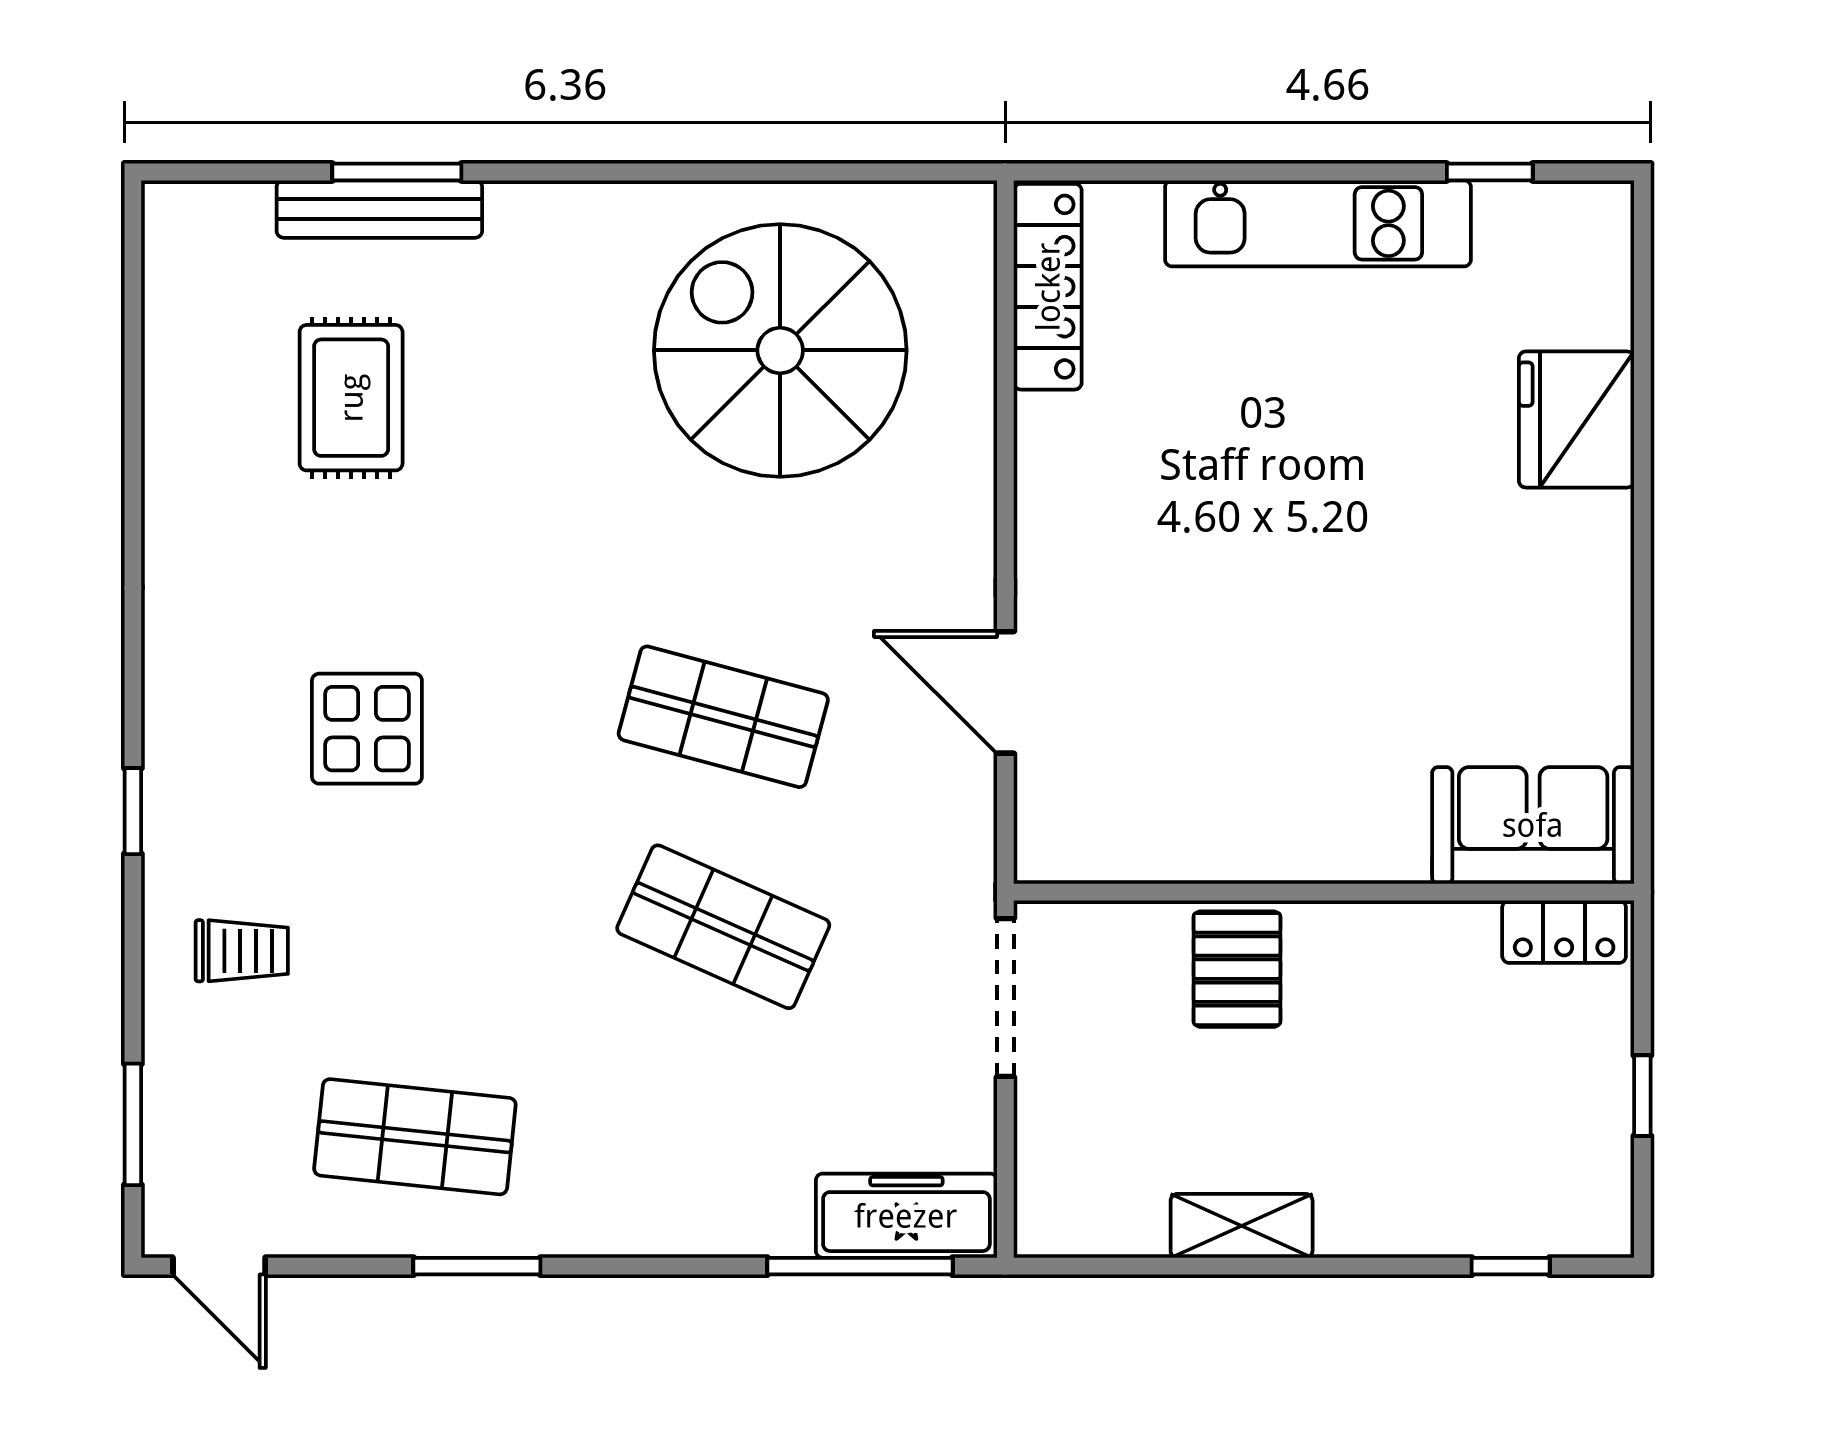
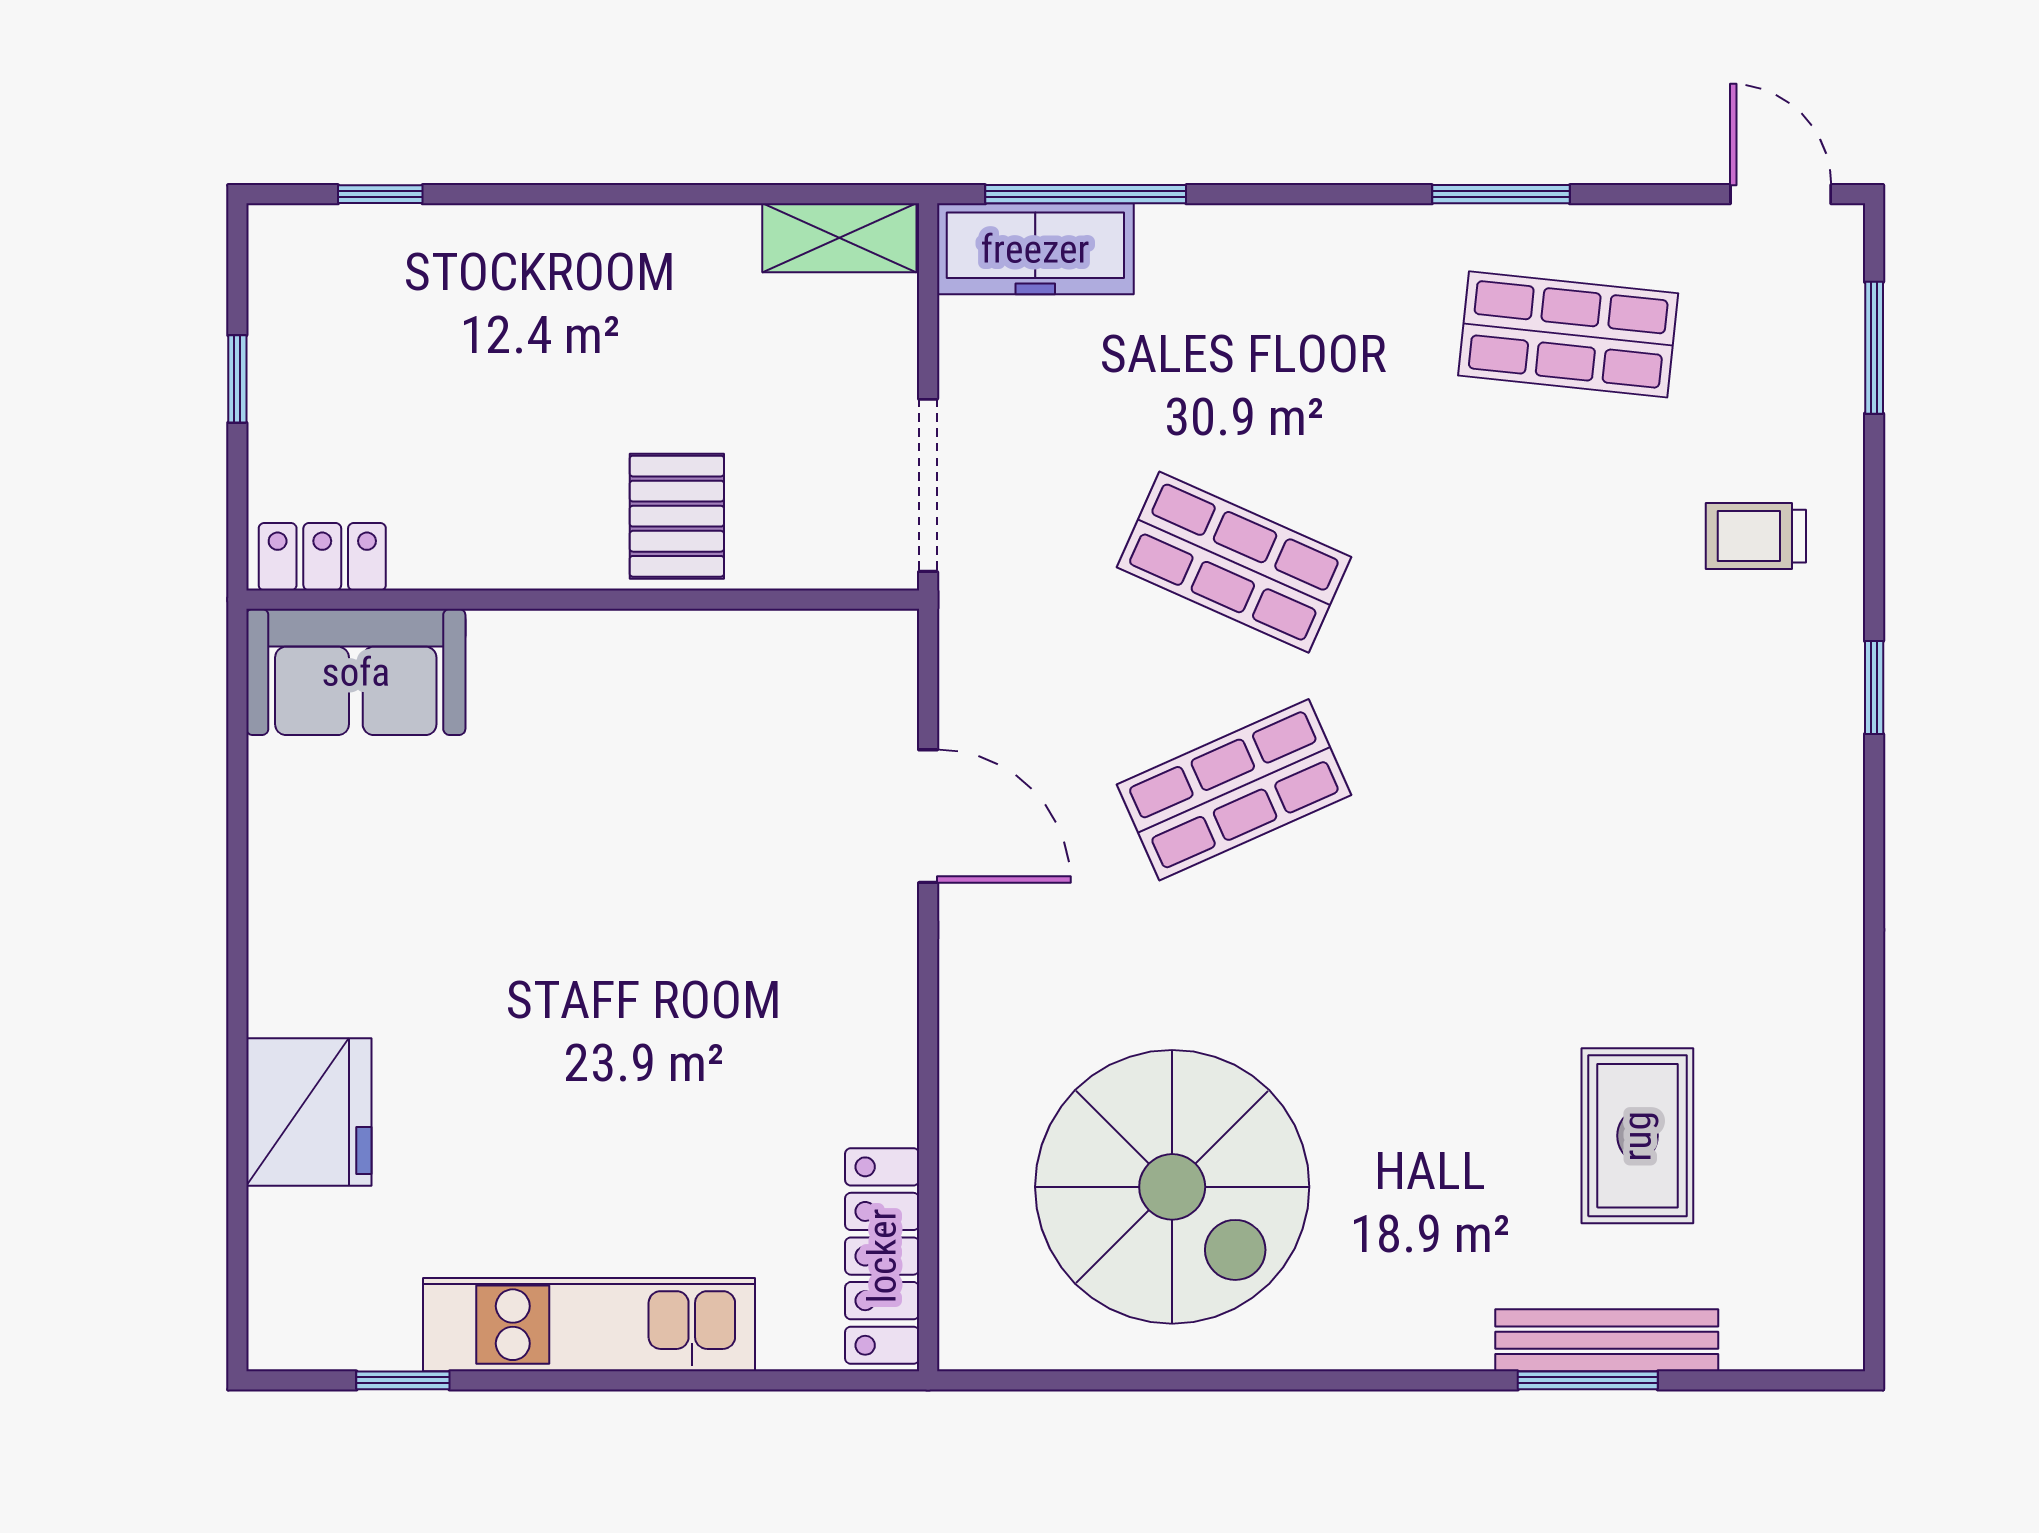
shop shelf: (723, 717) -> (1234, 790), turned -39
display table: (367, 729) -> (1620, 777), removed
shelving: (1242, 1226) -> (839, 238), moved

